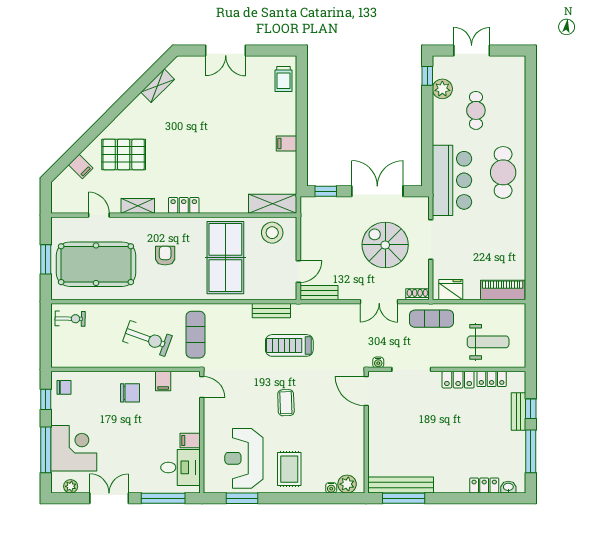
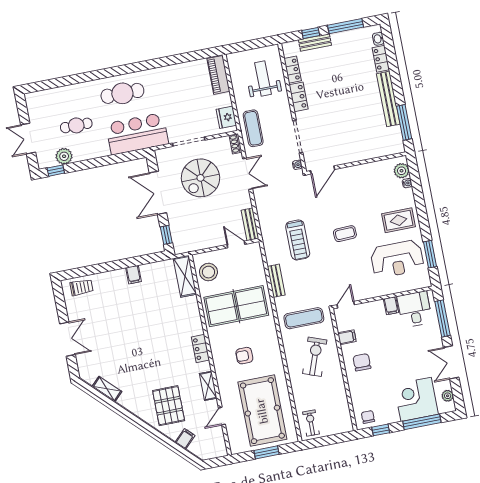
bench: (271, 311) -> (276, 281), moved
bench: (401, 485) -> (388, 99), moved

